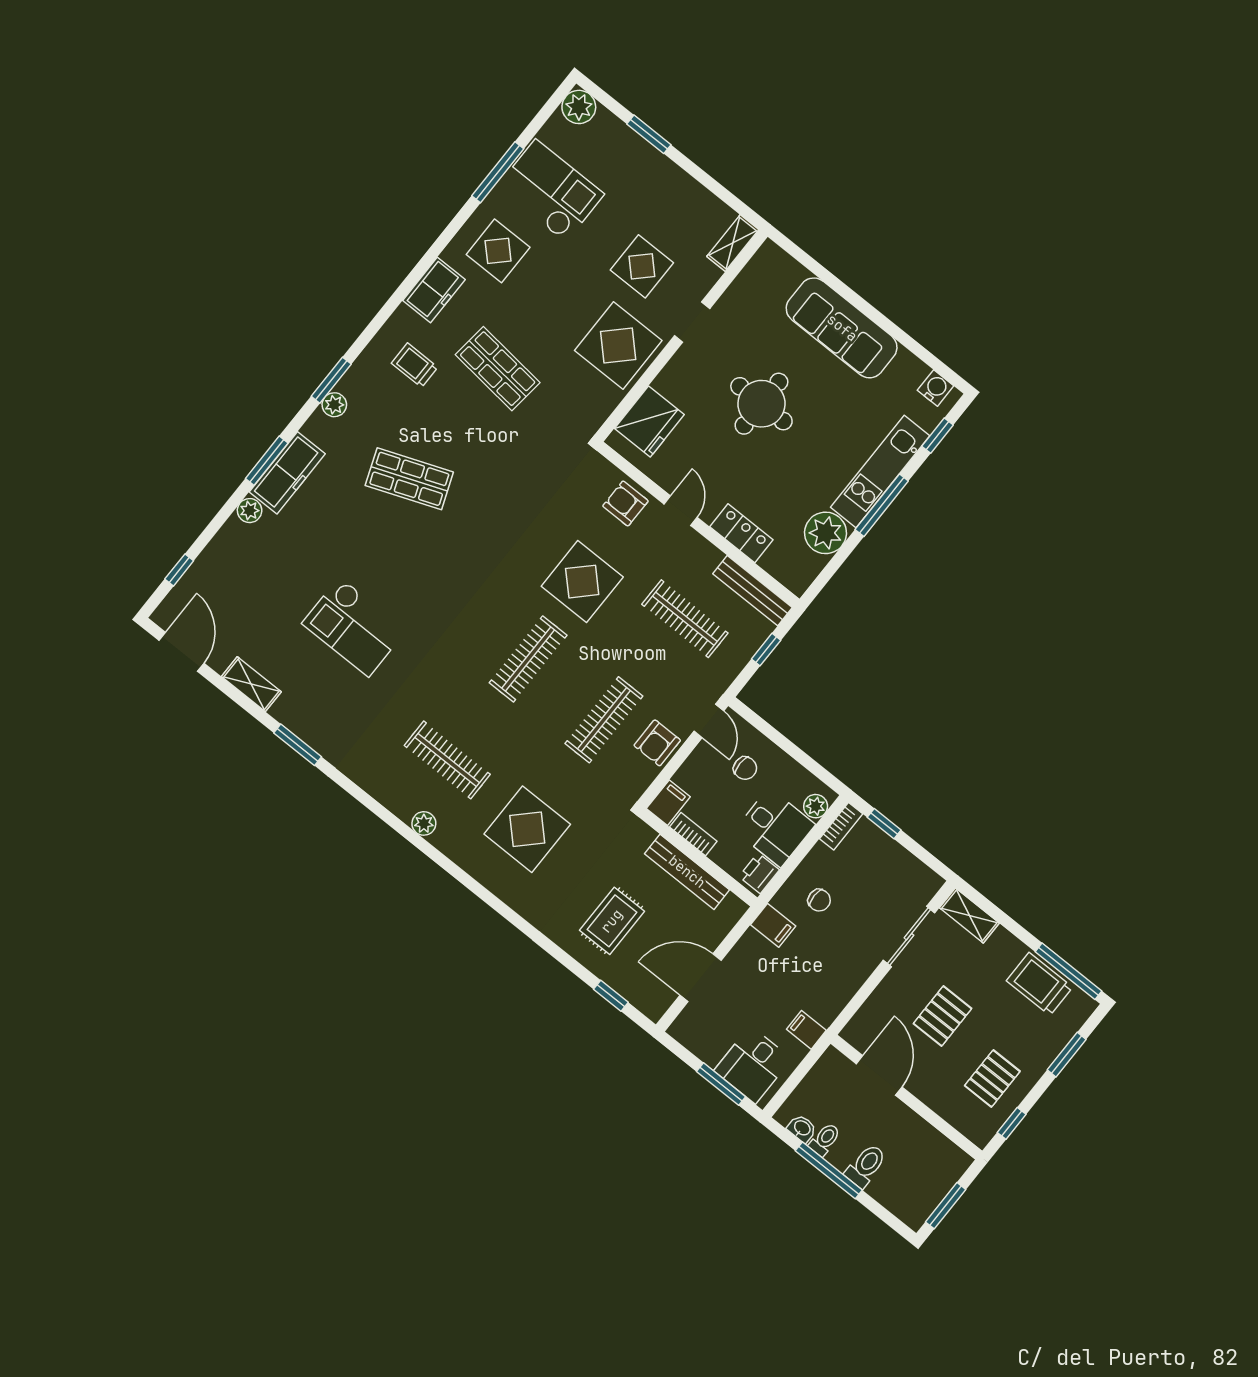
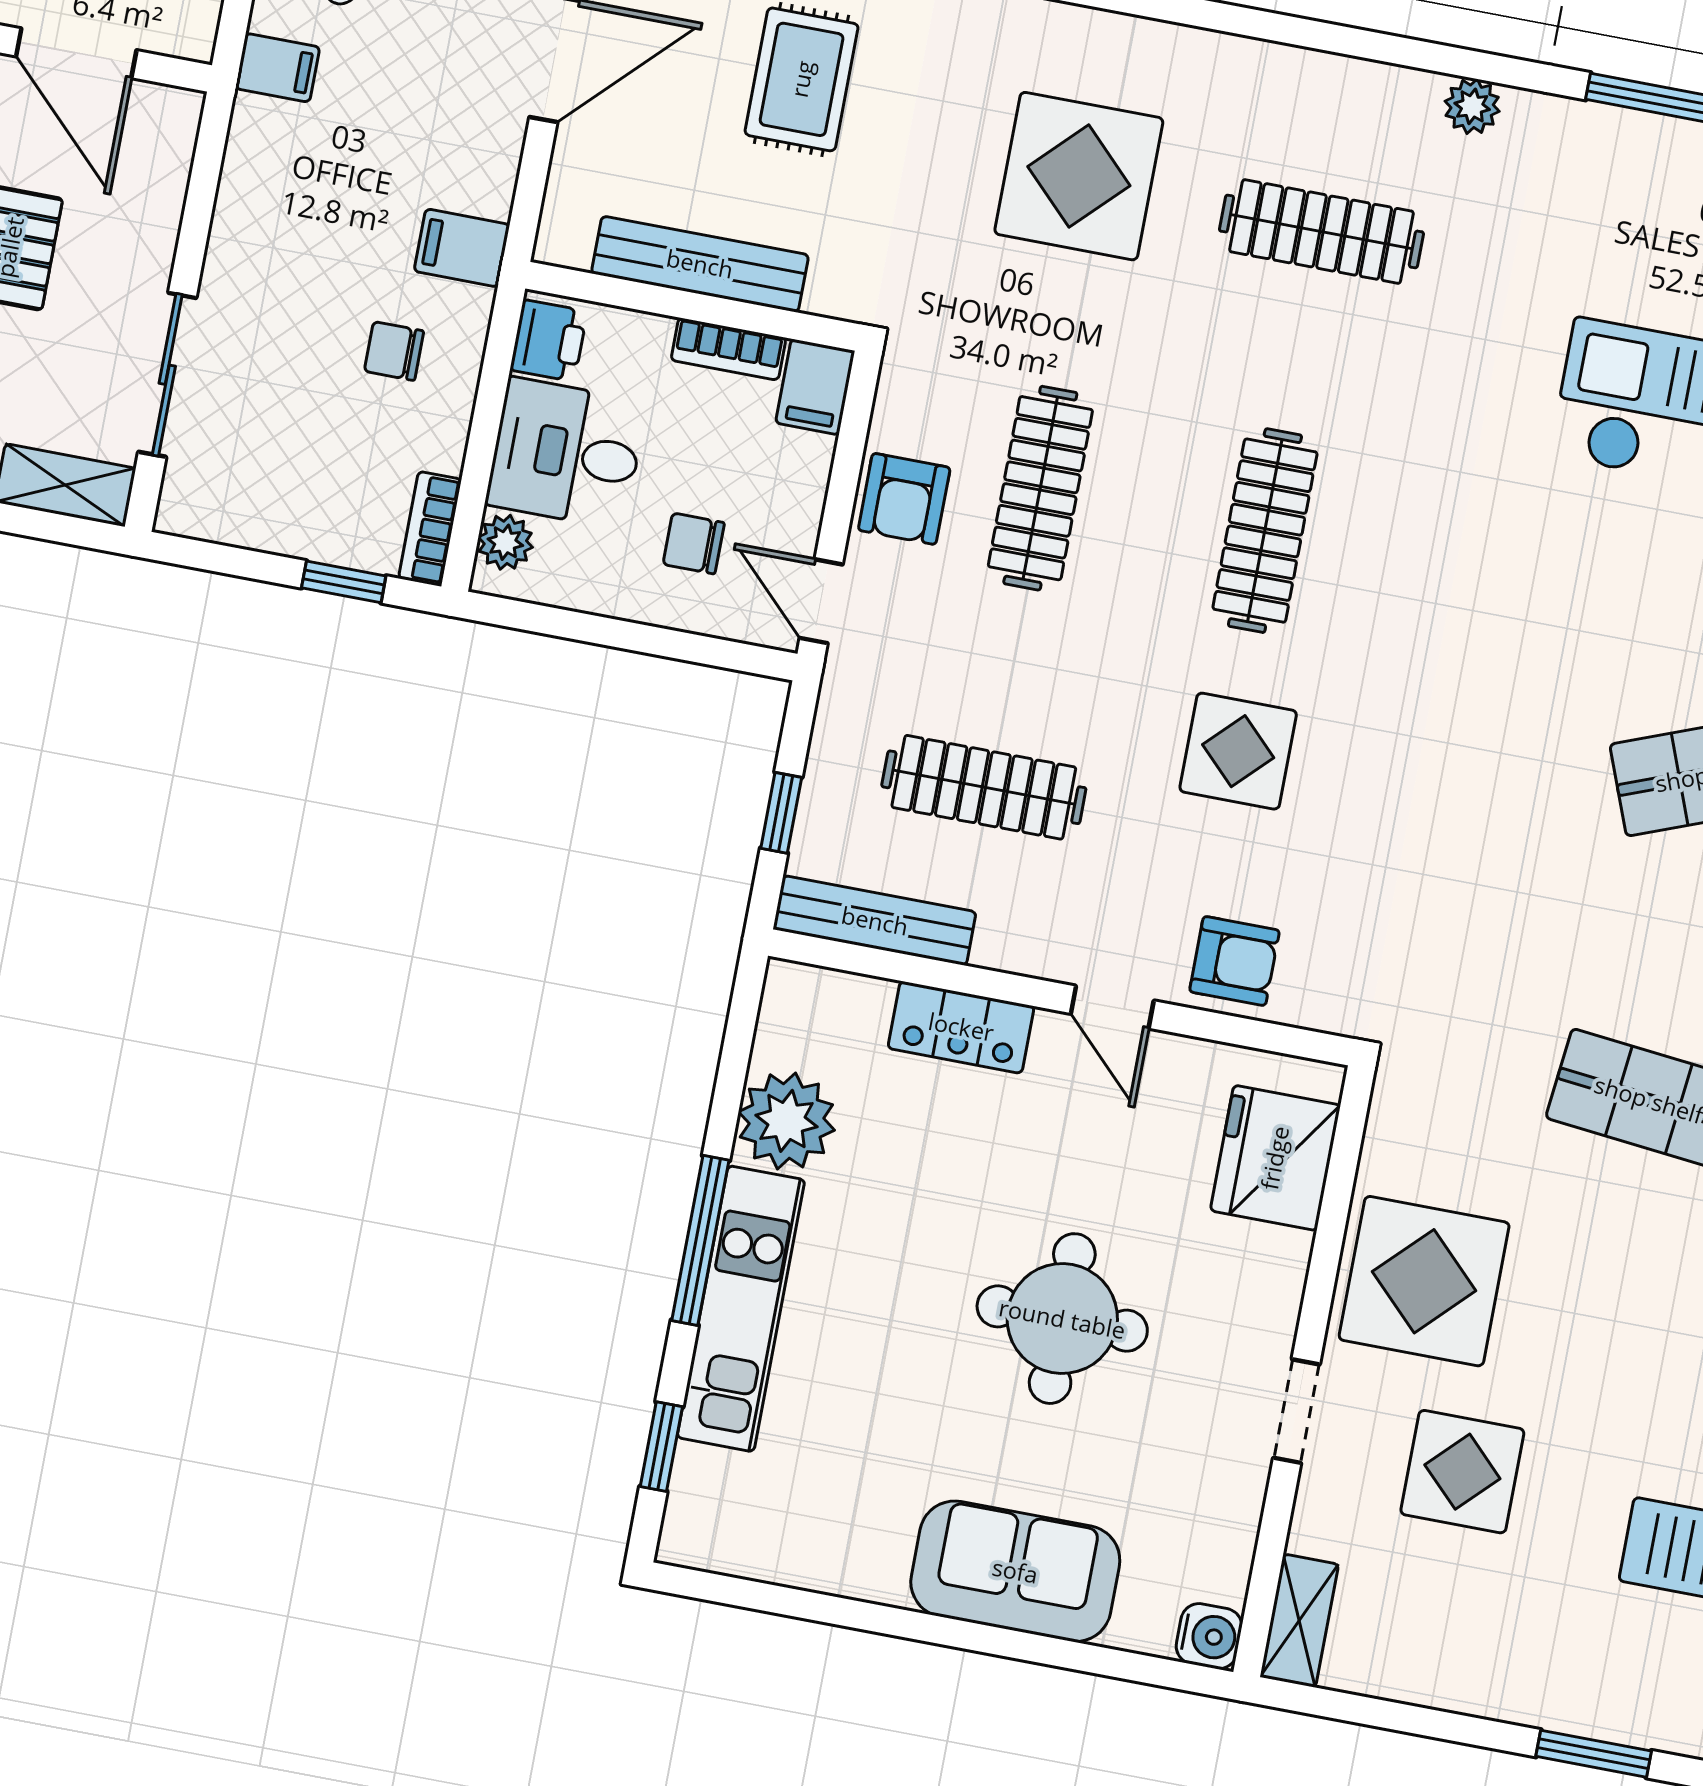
sofa: (842, 328) -> (1015, 1571), width x0.73
water cooler: (936, 388) -> (1209, 1636), moved, turned -90
display table: (582, 582) -> (1238, 751), width x0.73, depth x0.73
armchair: (657, 743) -> (904, 499), turned 180
plant: (424, 823) -> (1472, 106), moved

